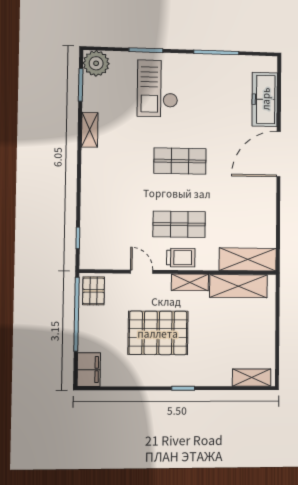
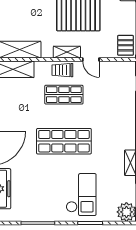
shop shelf: (180, 161) -> (64, 141), width x1.43, depth x1.36
shelving: (190, 282) -> (67, 52), moved

